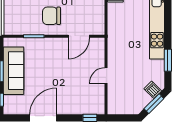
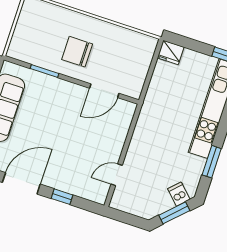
door: (106, 75) -> (117, 175), moved
window: (90, 118) -> (62, 197), moved

